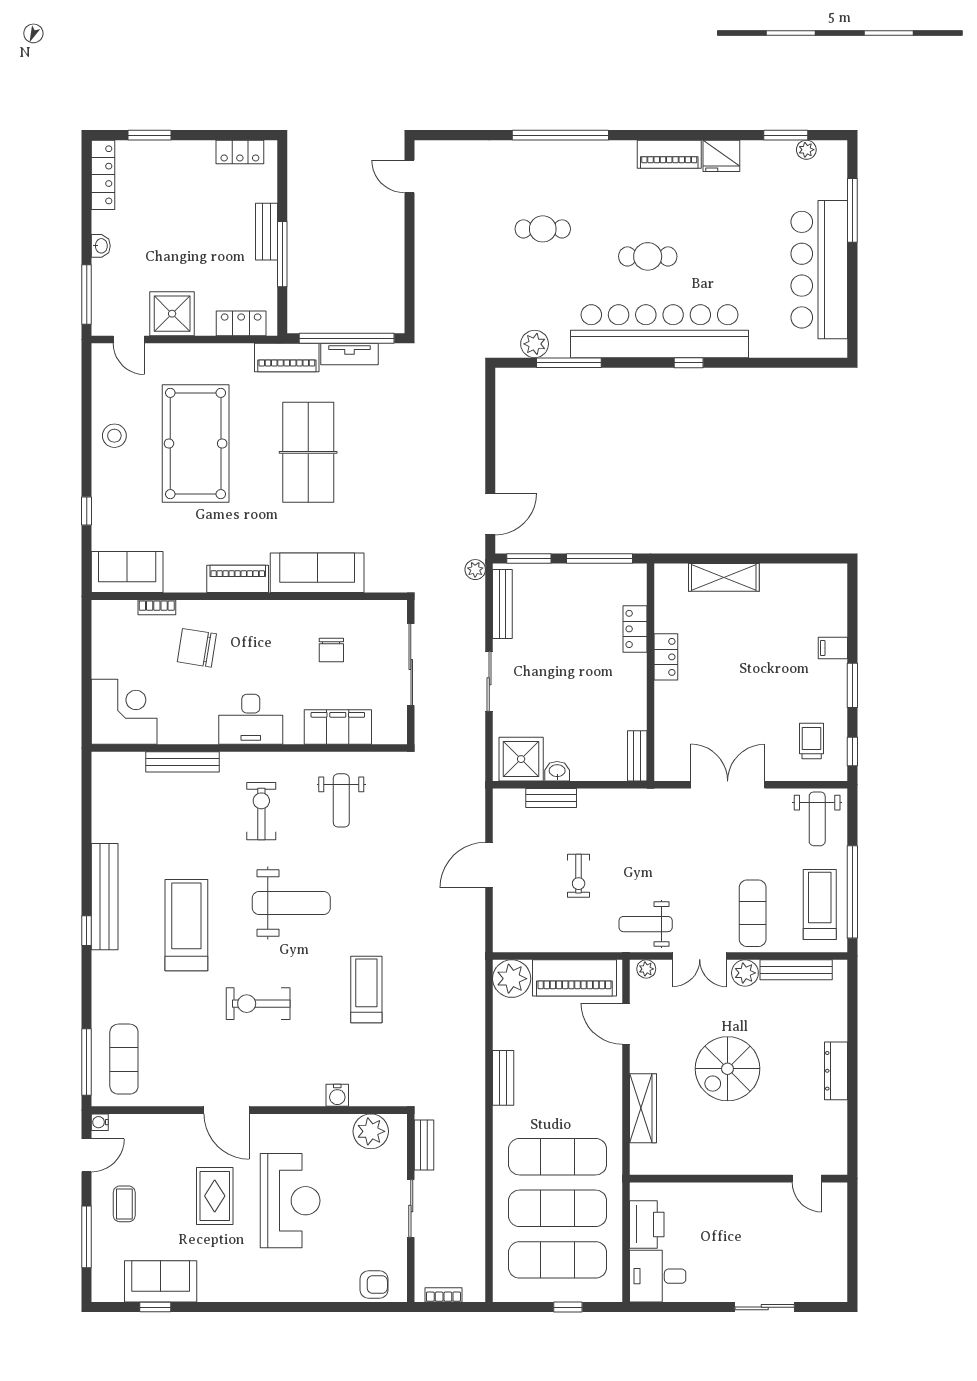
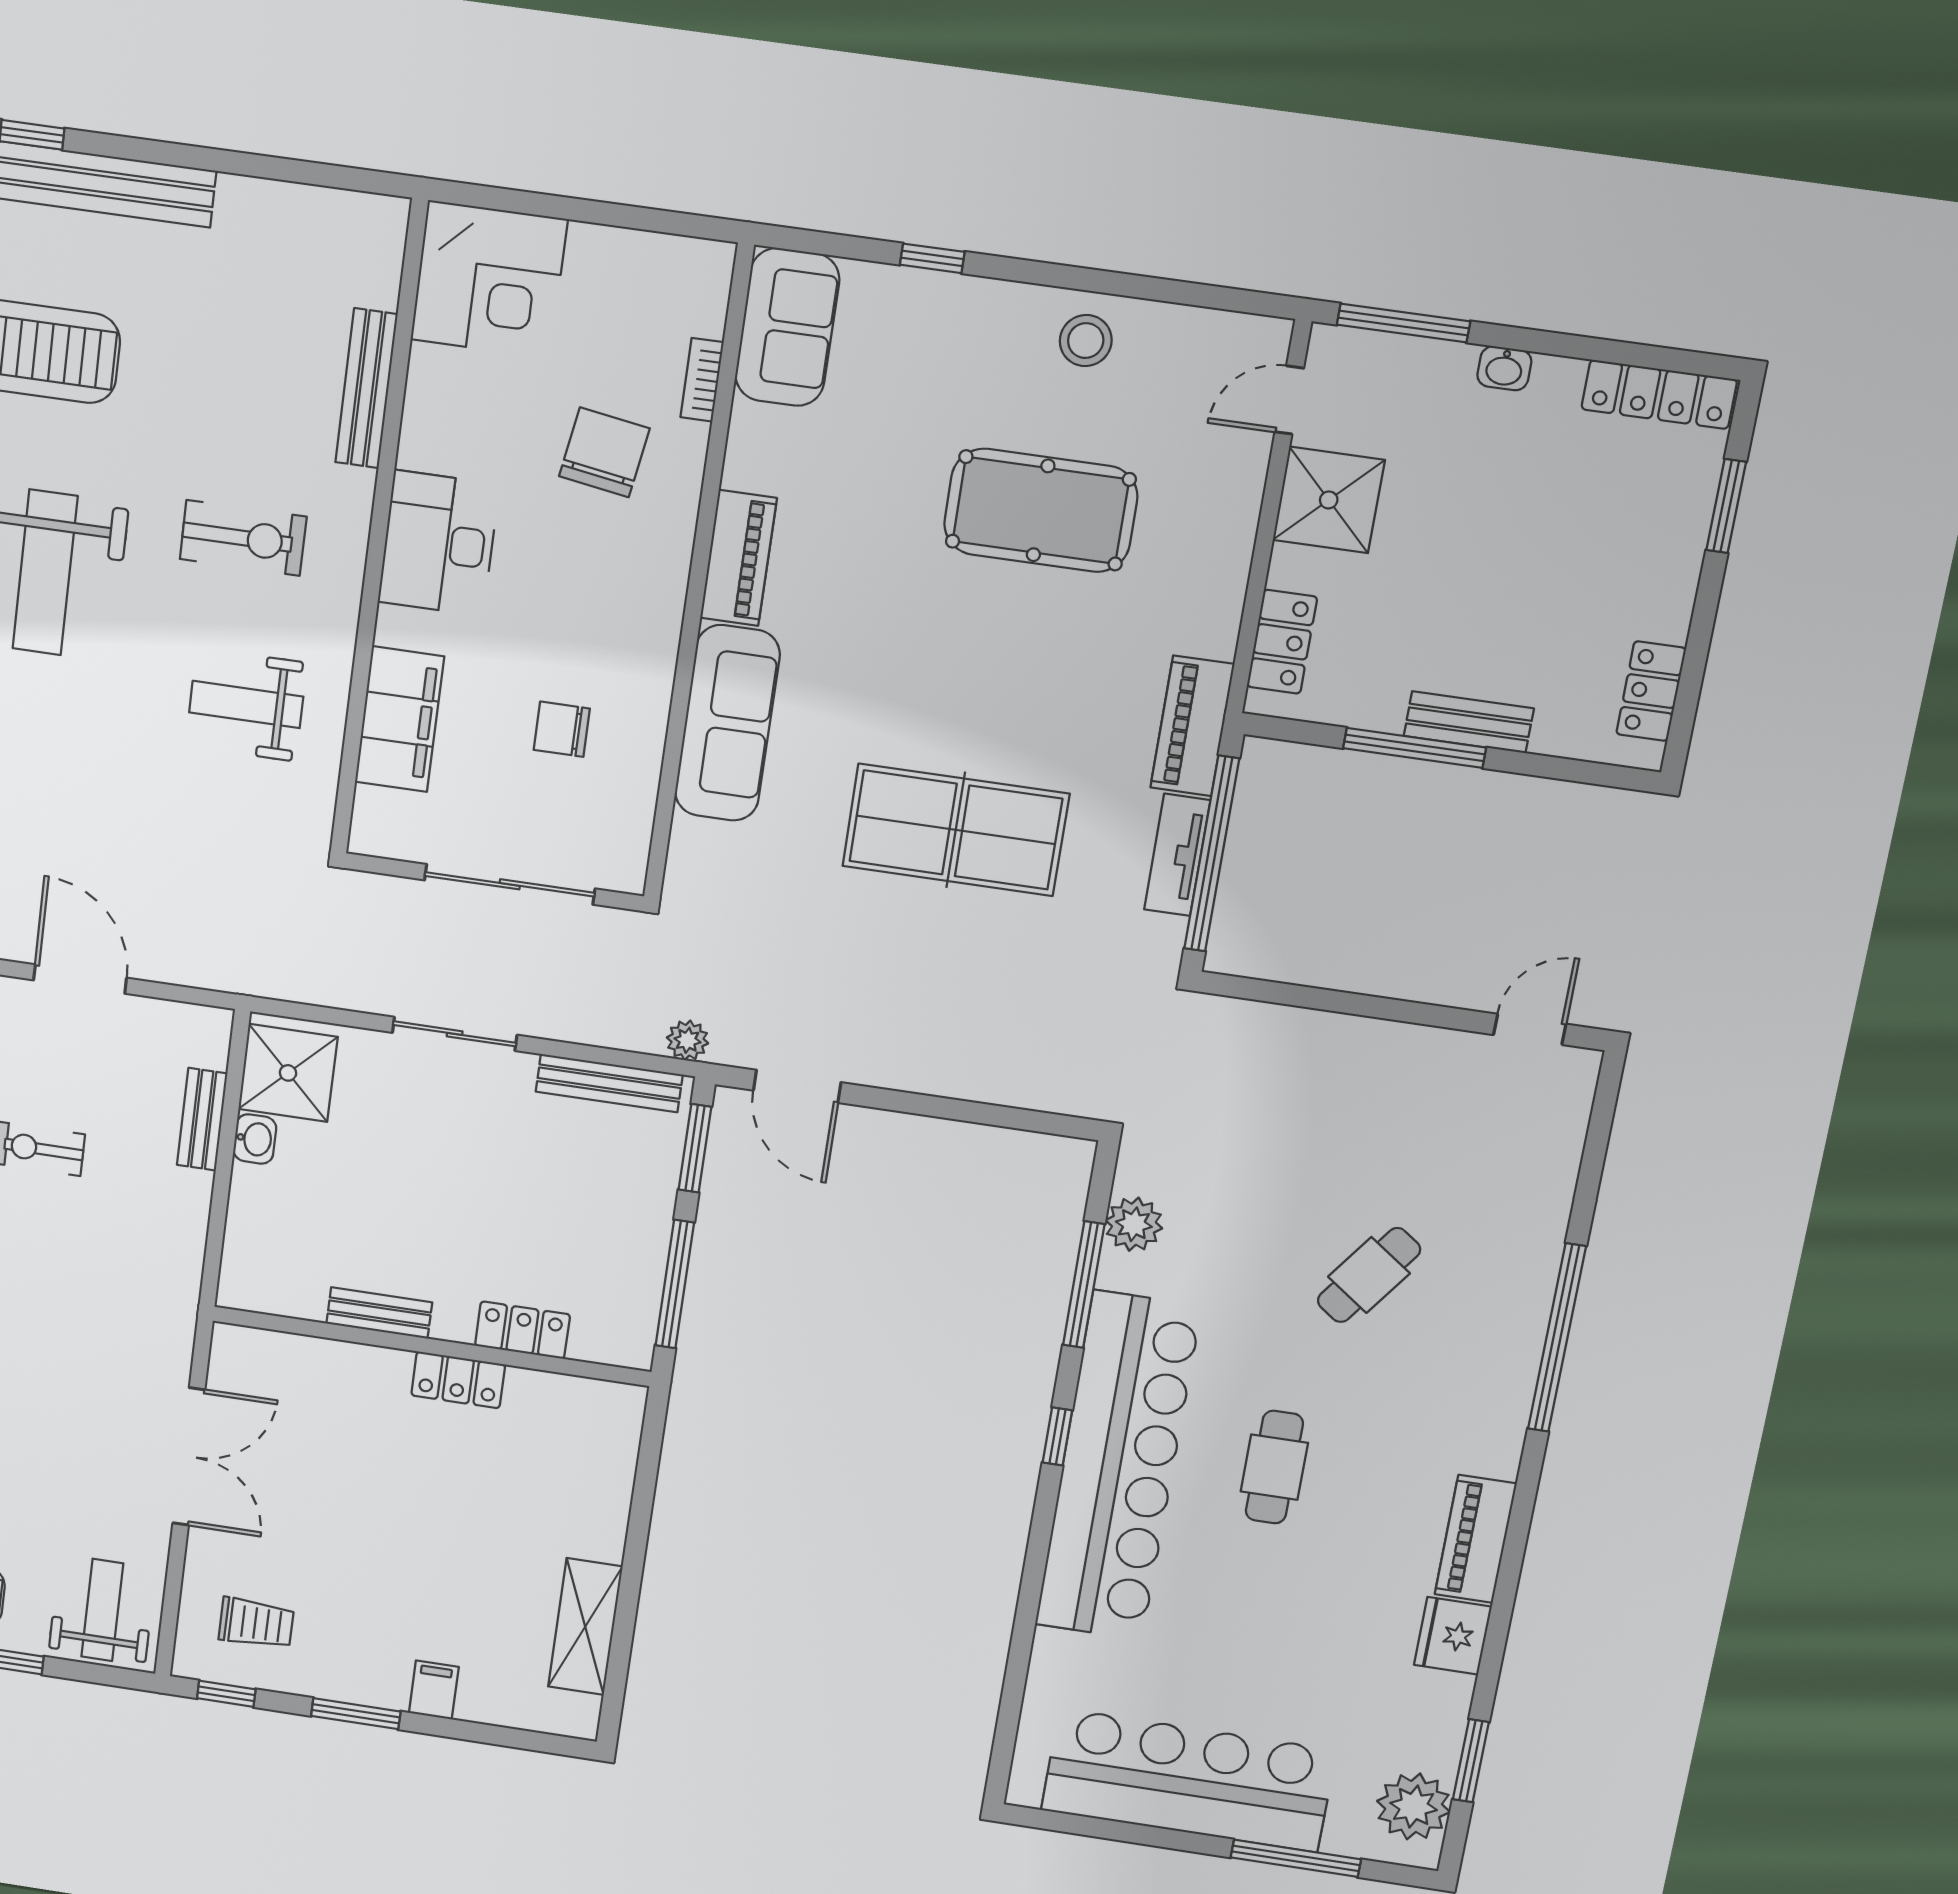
plant: (806, 150) -> (1414, 1806), width x1.88, depth x1.88
cafe table: (543, 229) -> (1369, 1275), turned 36
window: (689, 363) -> (1057, 1436), moved
pool table: (196, 443) -> (1041, 510), width x0.73, depth x0.76
table tennis table: (308, 452) -> (956, 830), moved
shelving: (724, 577) -> (585, 1627), moved
bench: (637, 756) -> (379, 1313), moved
weight bench: (817, 819) -> (102, 1610), turned 90

